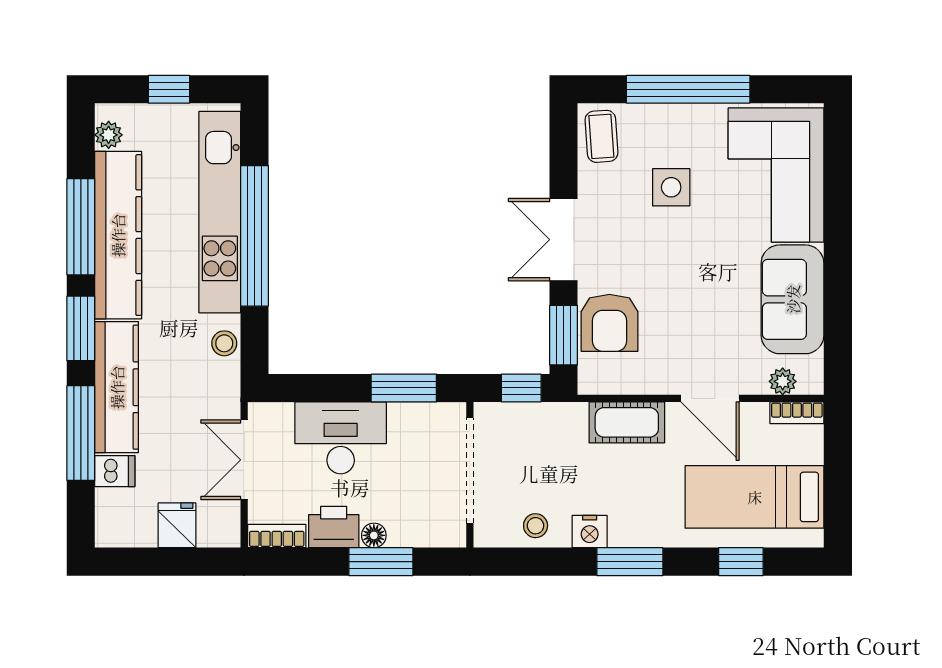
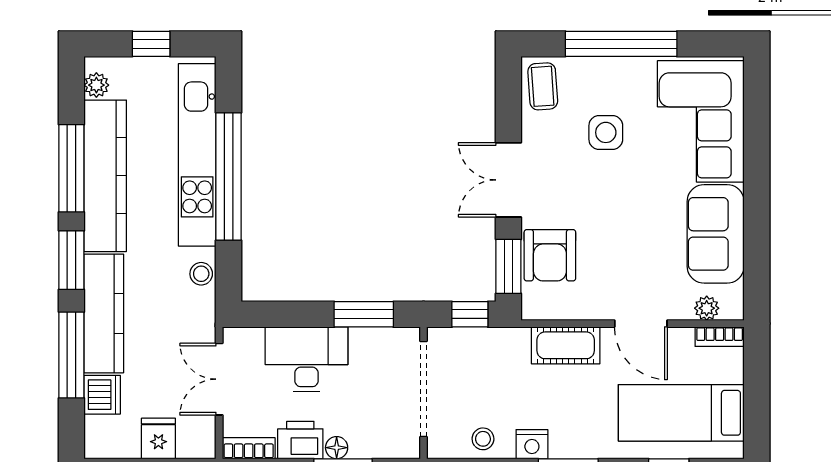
dishwasher: (115, 471) -> (102, 395), width x1.38

